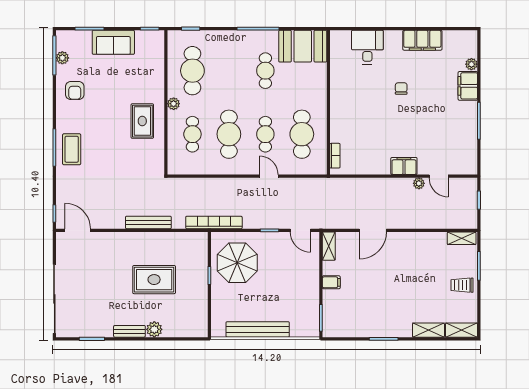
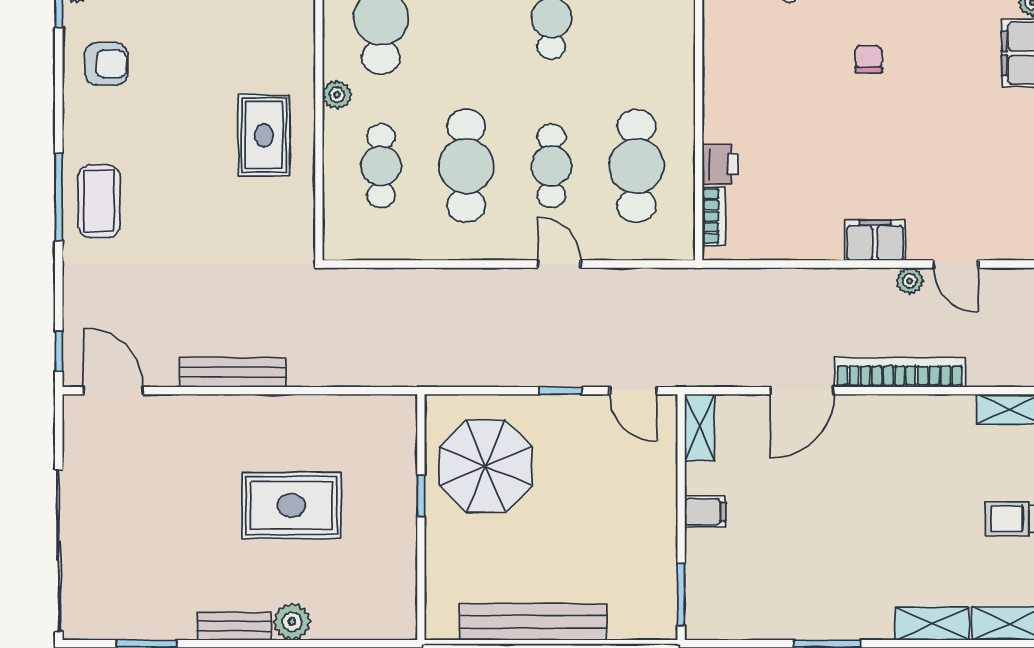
armchair: (75, 90) -> (106, 64), turned -90
printer: (338, 133) -> (720, 164), added
bench: (148, 222) -> (233, 372), moved
bookcase: (214, 222) -> (900, 372), moved

